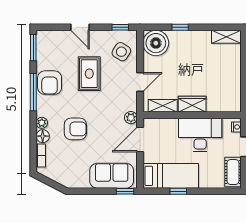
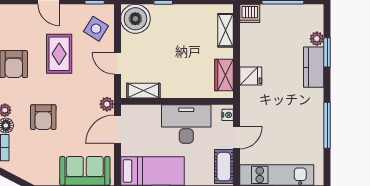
shelving: (226, 37) -> (226, 30), moved, turned 90
door: (140, 82) -> (117, 63), swing flipped
wardrobe: (192, 104) -> (224, 75), moved, turned -90
armchair: (75, 129) -> (43, 117), turned 90

